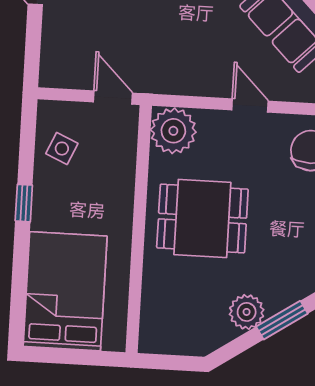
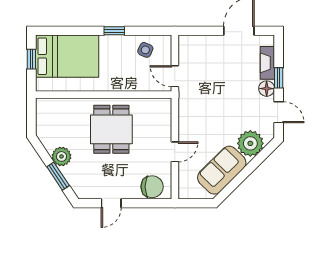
door: (113, 98) -> (175, 76), swing flipped
plant: (173, 131) -> (159, 111), removed
window: (67, 356) -> (31, 59), added

